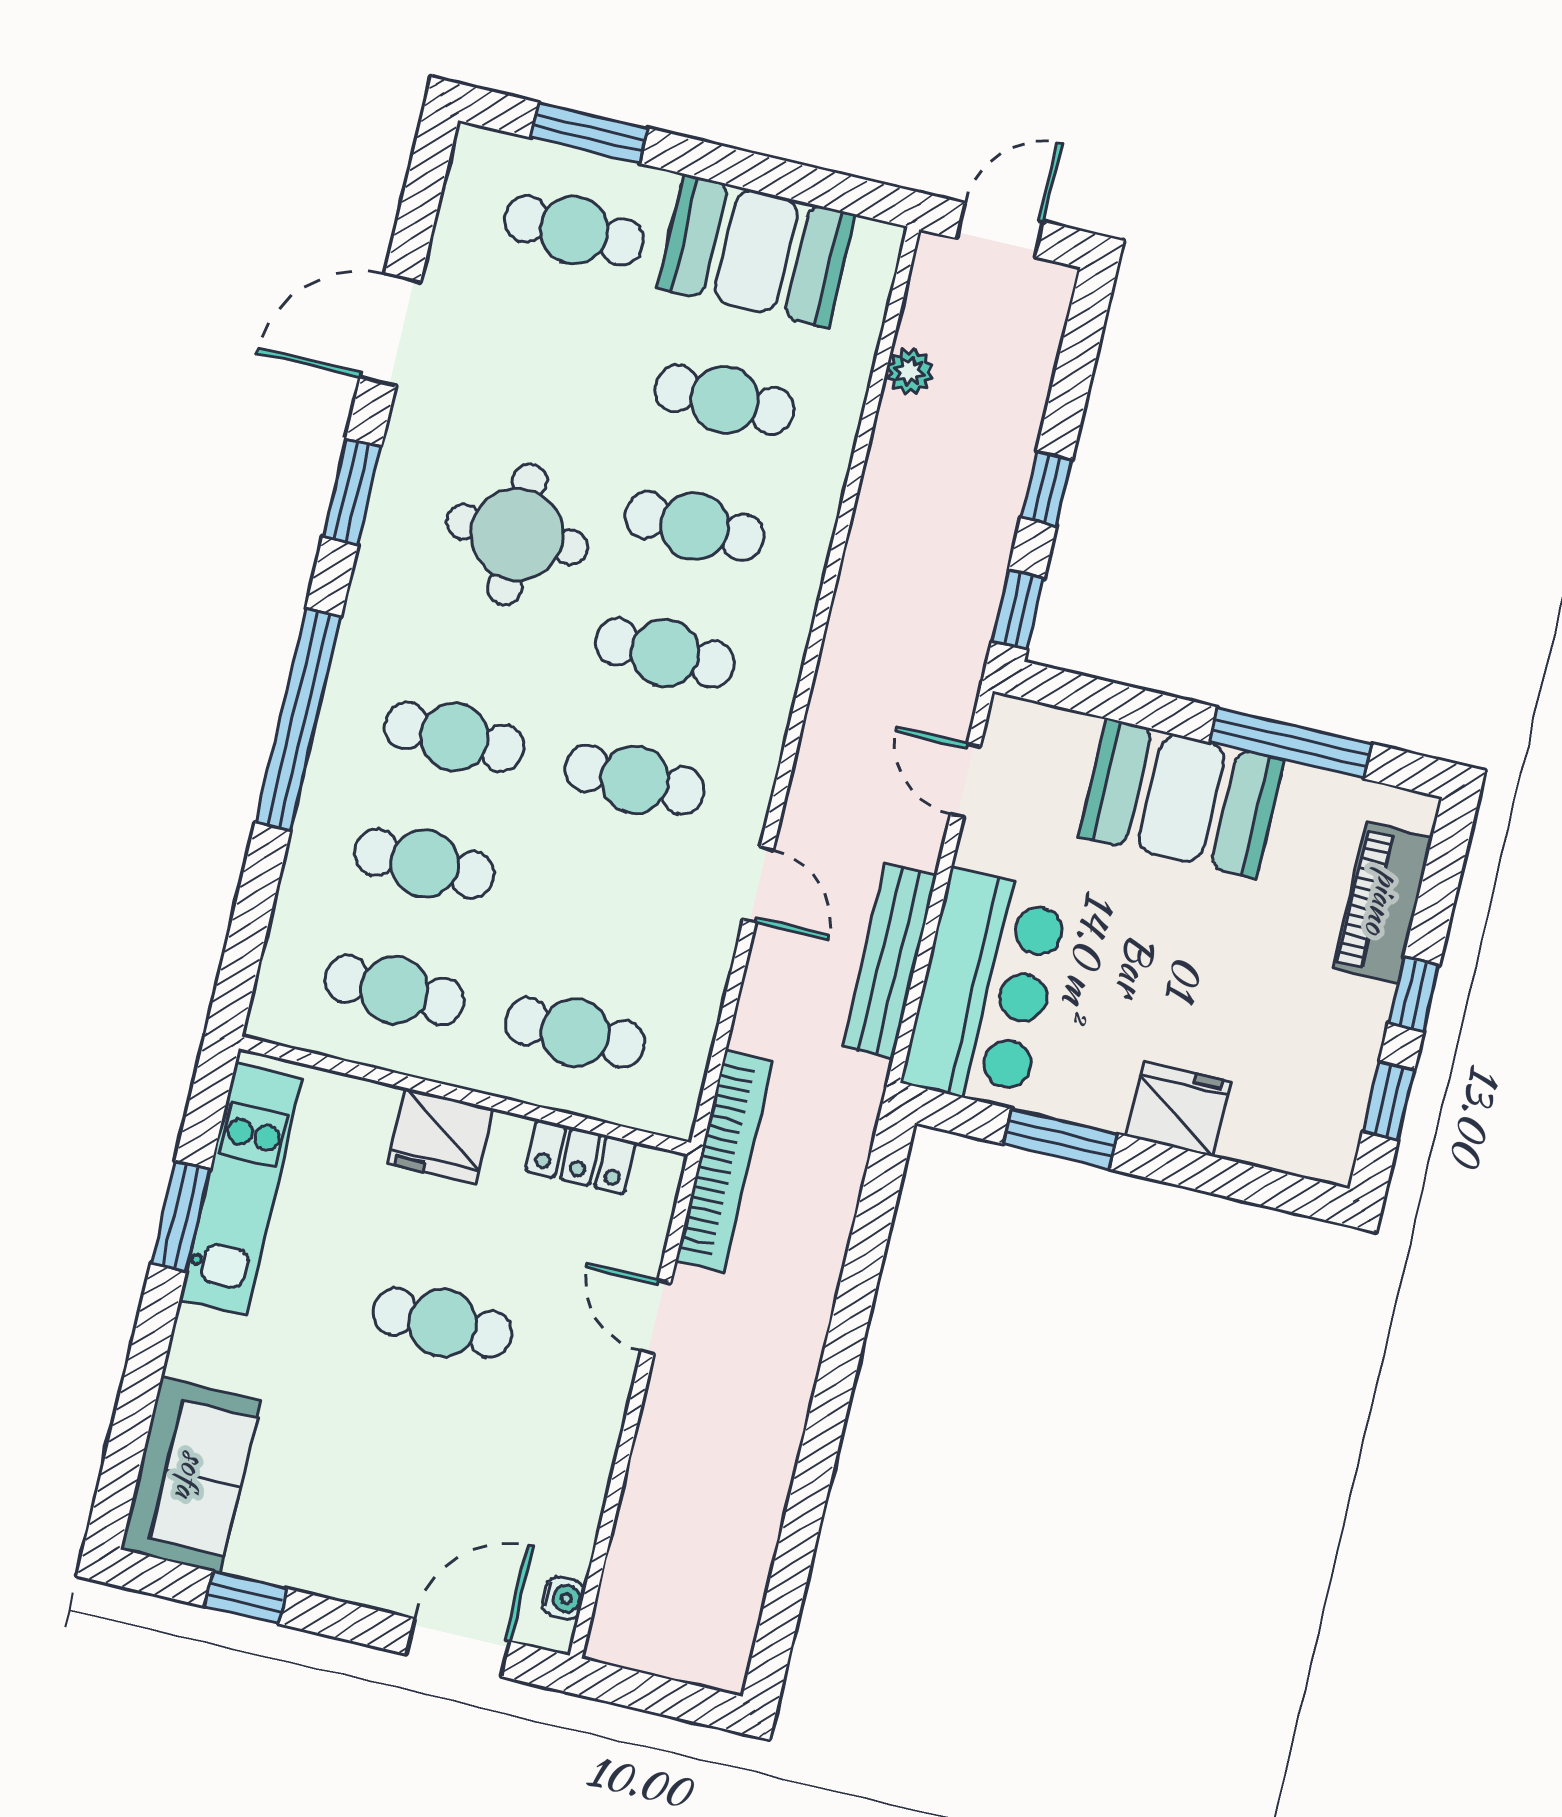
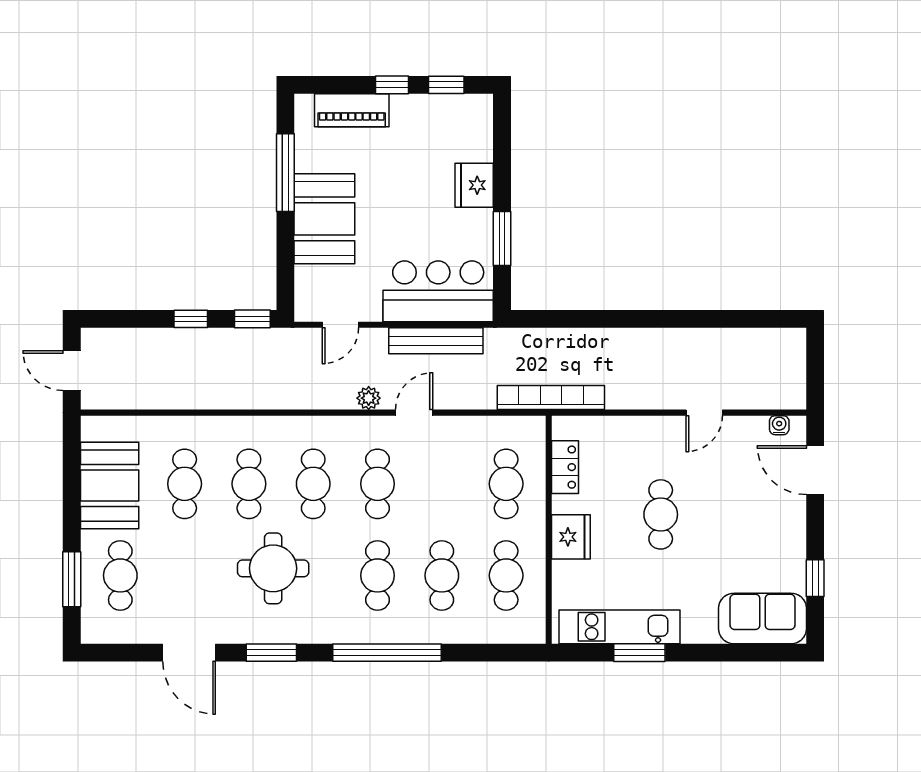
plant: (910, 372) -> (369, 398), moved
door: (656, 1317) -> (704, 413), moved

